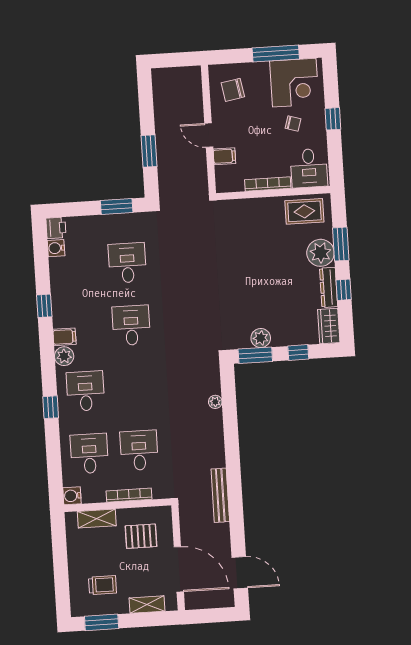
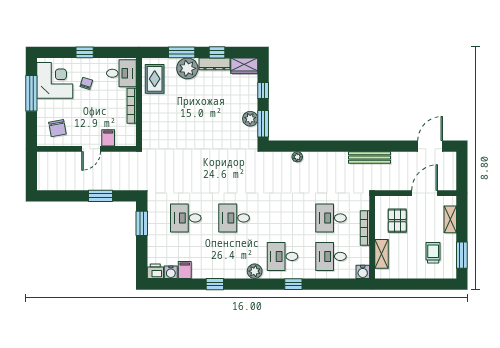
filing cabinet: (64, 337) -> (185, 270), moved
door: (179, 569) -> (425, 193), width x0.73

